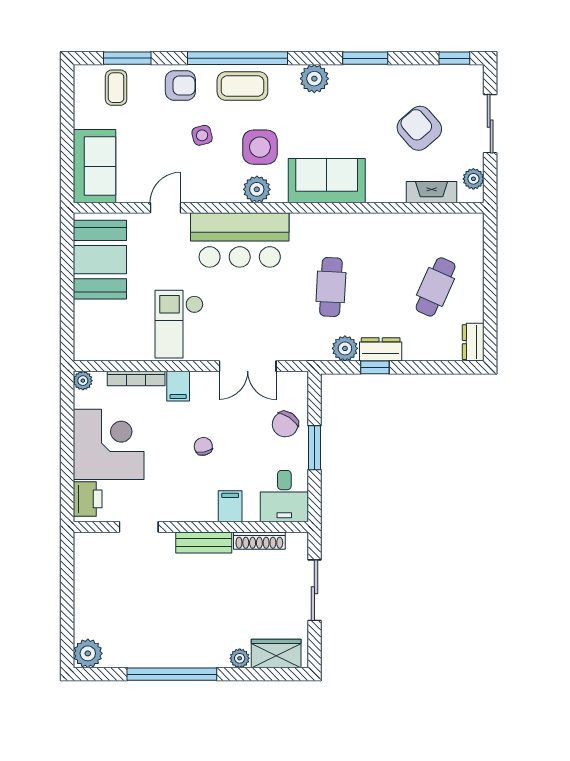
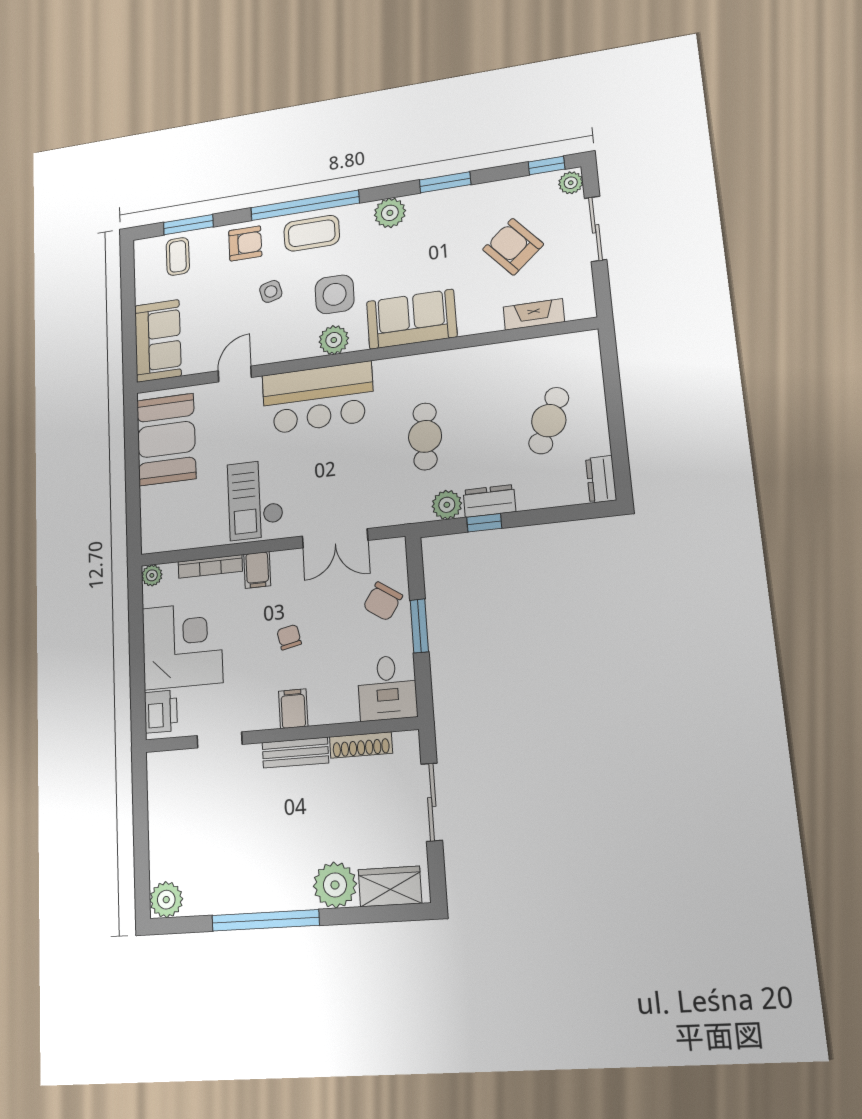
plant: (473, 179) -> (571, 183), moved
filing cabinet: (230, 506) -> (293, 709), moved
plant: (240, 658) -> (335, 885), width x1.88, depth x1.88

